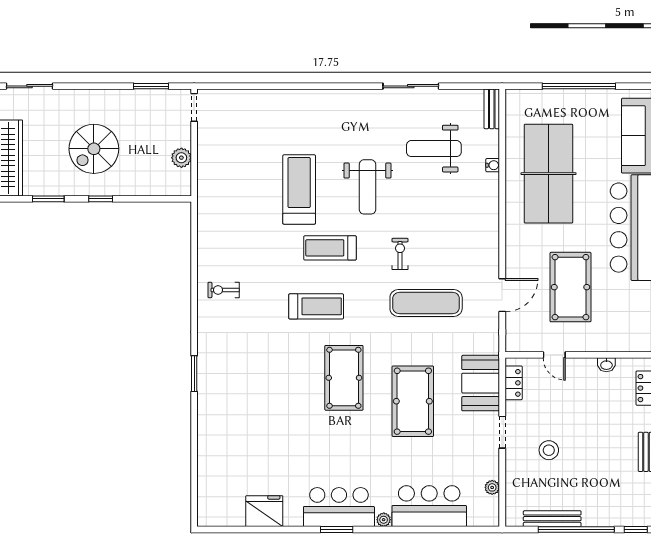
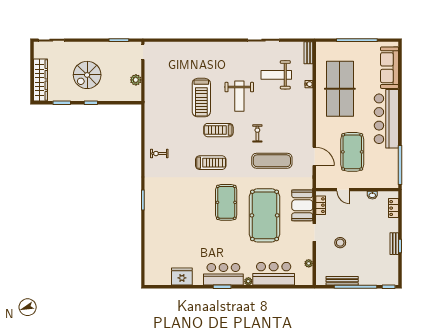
treadmill: (299, 189) -> (201, 98), turned 180
door: (502, 295) -> (314, 156), hinge flipped
pool table: (413, 401) -> (265, 215), width x1.36, depth x1.32

